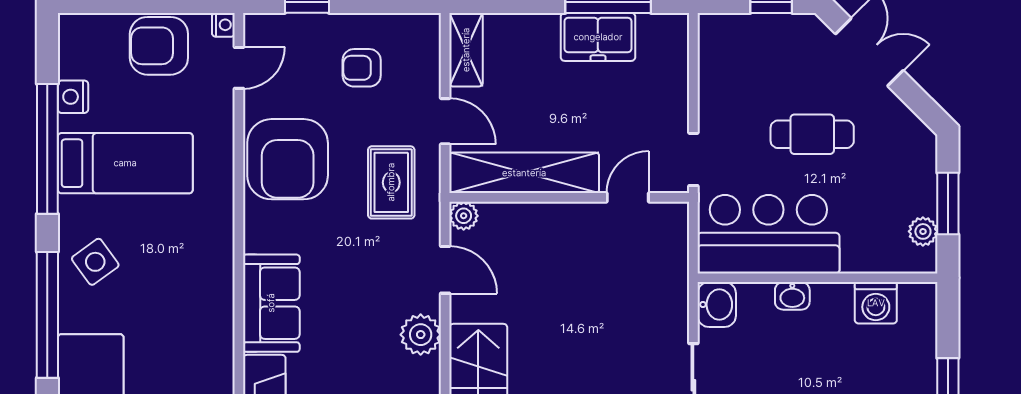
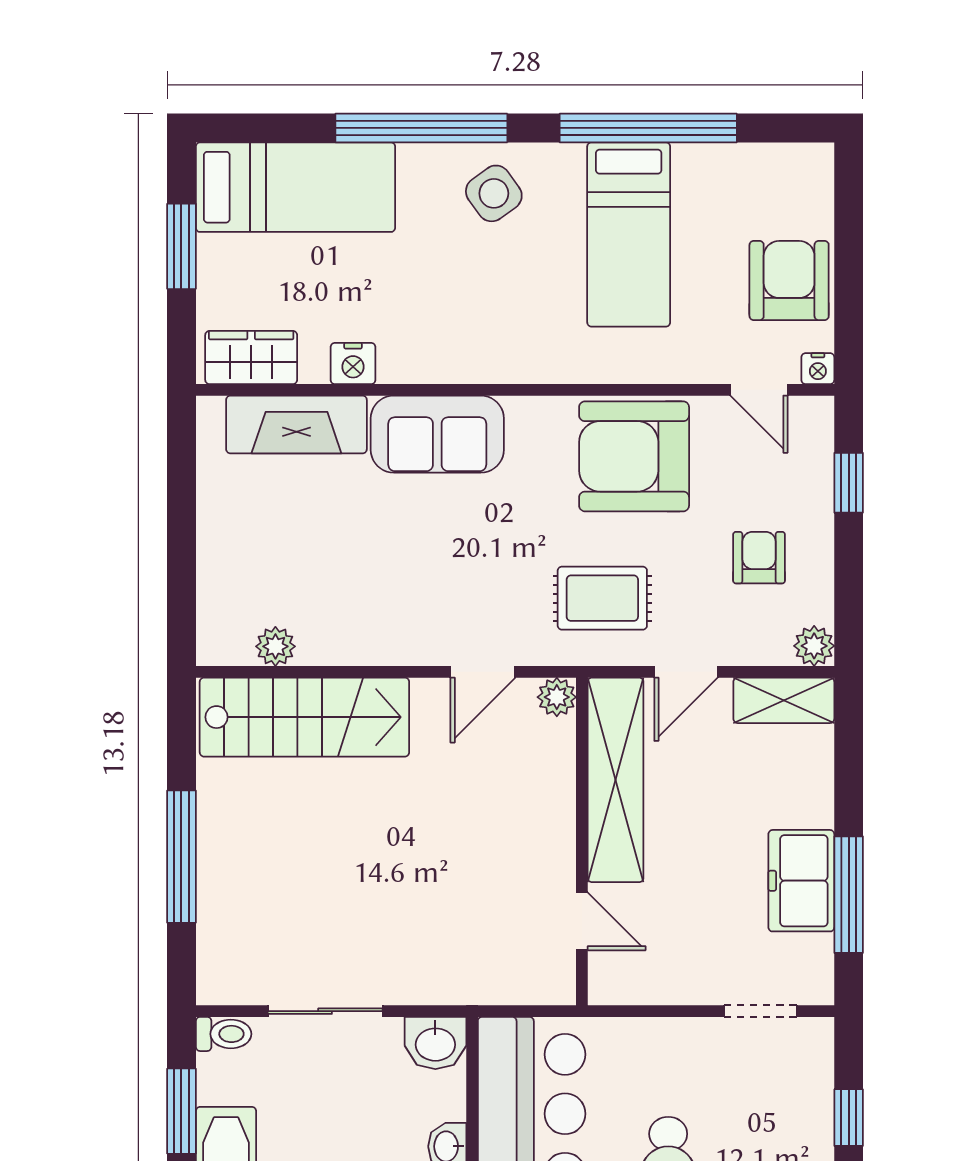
nightstand: (73, 97) -> (353, 364), moved, turned 180
doorway: (693, 159) -> (760, 1011), moved
plant: (421, 335) -> (814, 646), moved, width x0.73, depth x0.73

